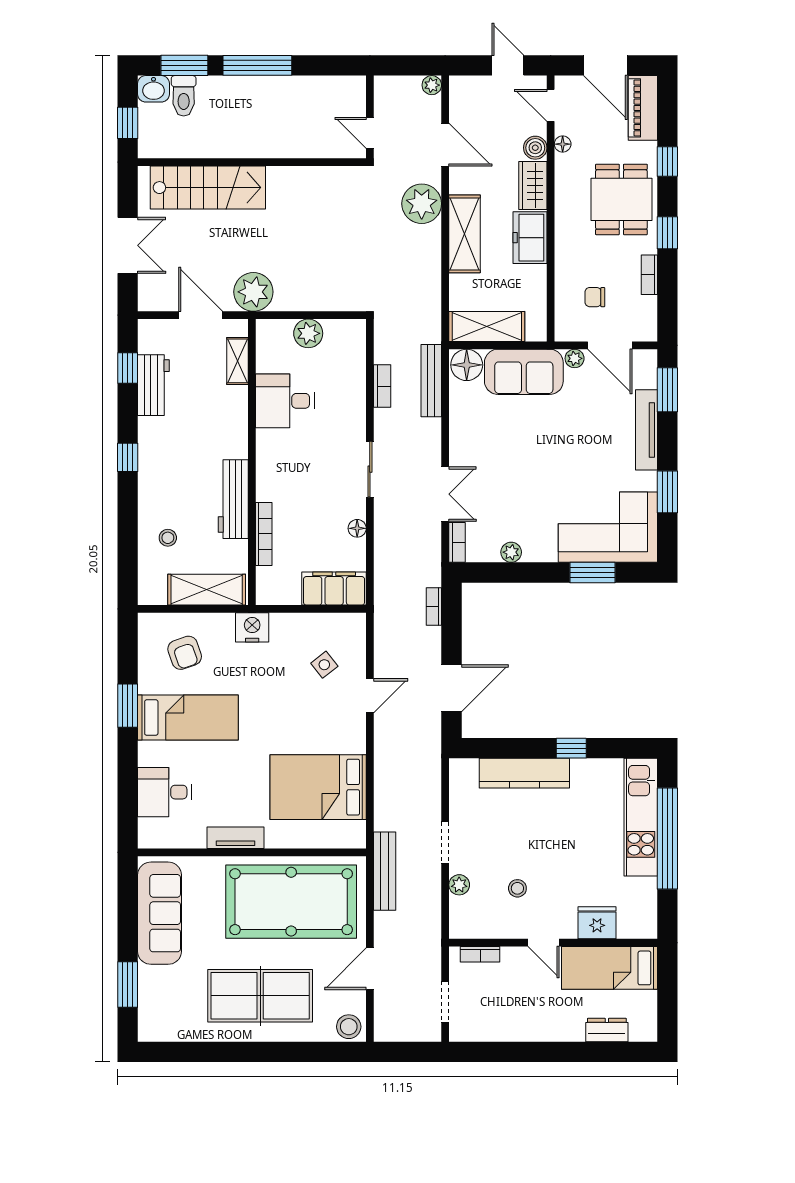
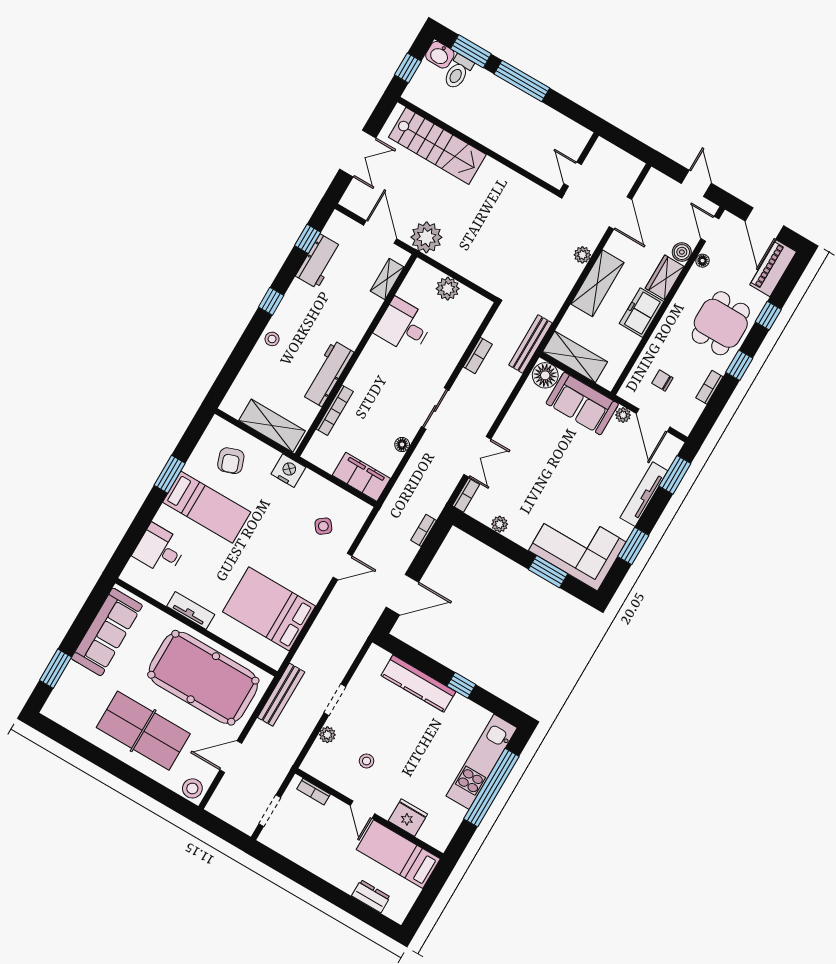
plant: (432, 85) -> (635, 166), removed
plant: (422, 204) -> (582, 255), width x0.53, depth x0.53
bench: (431, 381) -> (530, 344), moved
stool: (168, 538) -> (272, 339), moved

